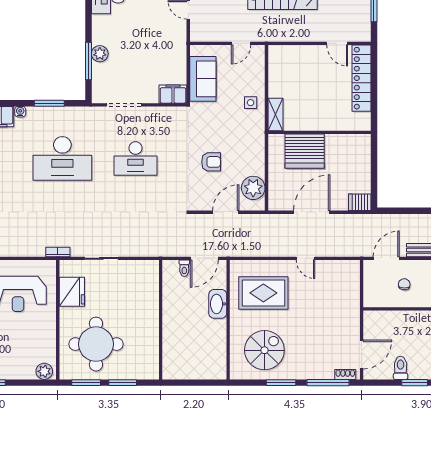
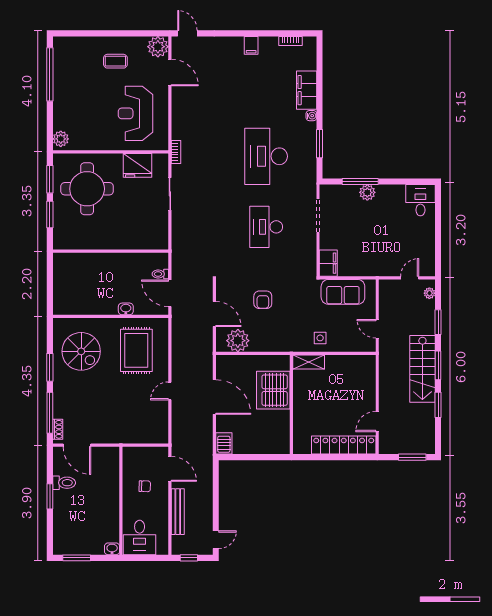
washbasin: (218, 304) -> (126, 309), width x0.52, depth x0.69

